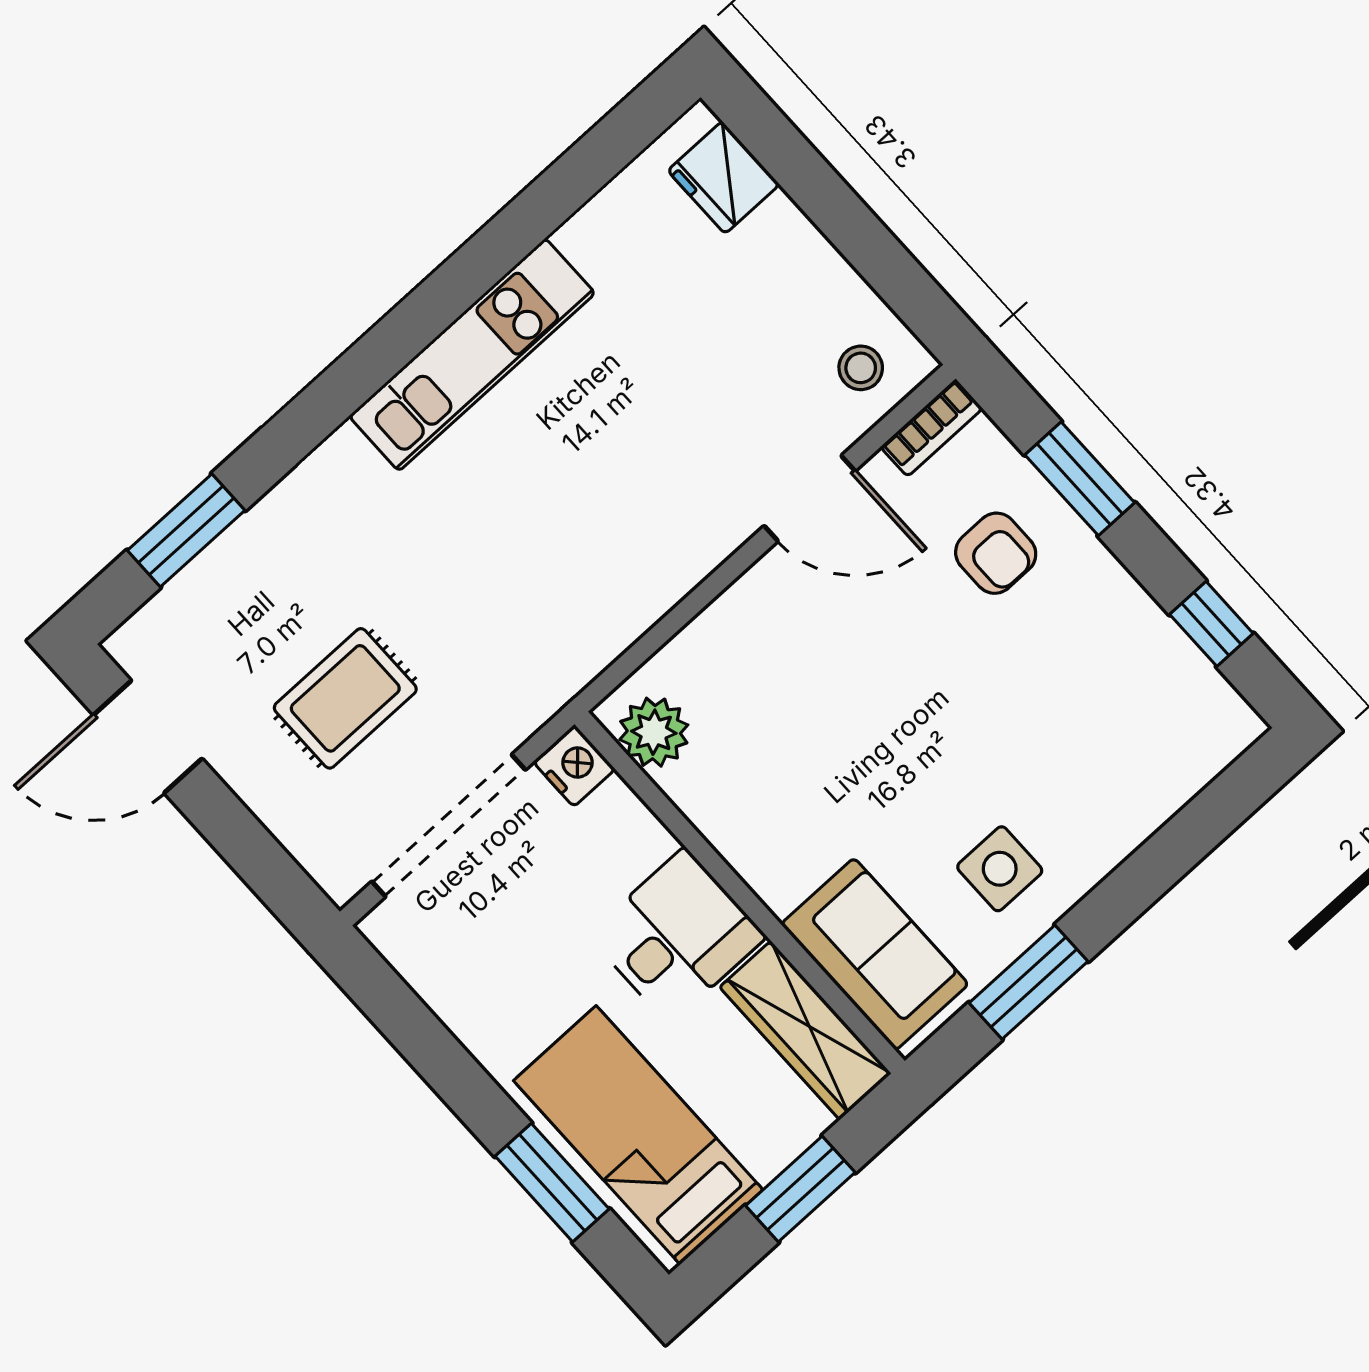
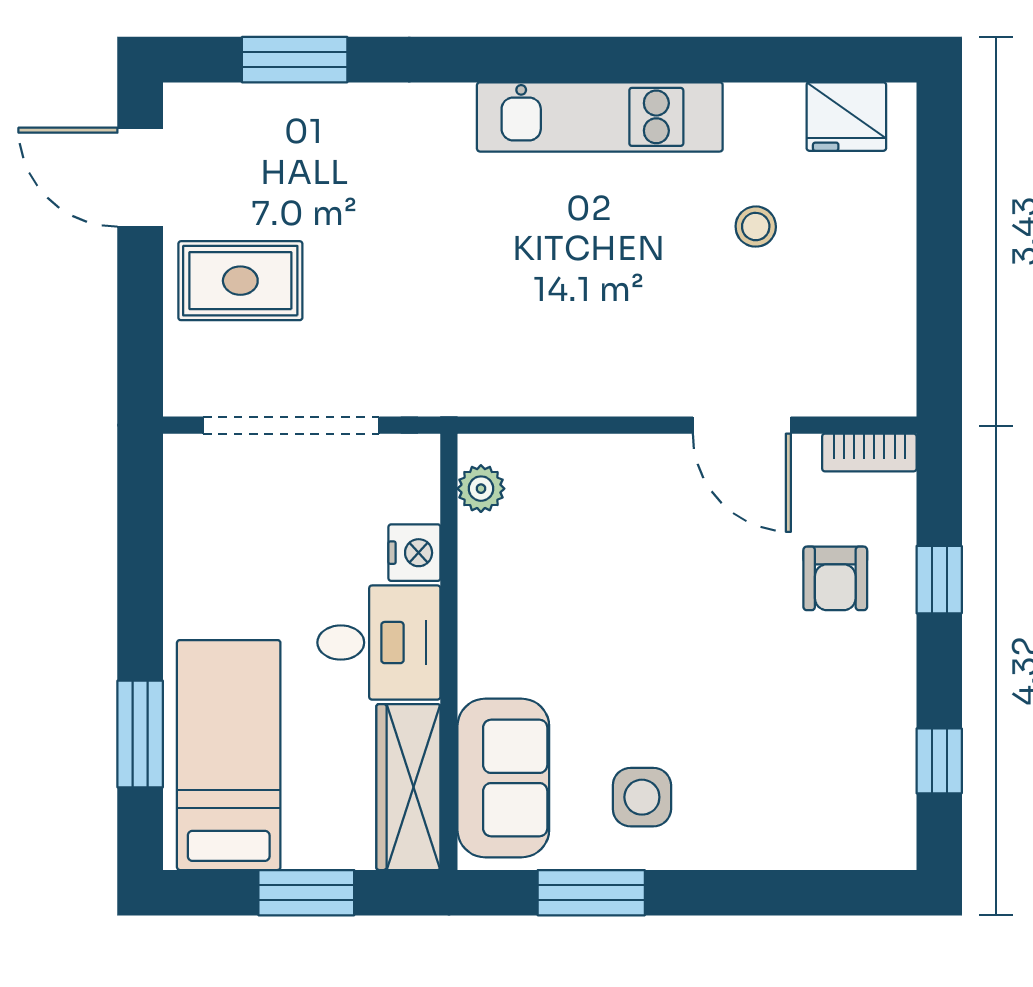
fridge: (724, 178) -> (846, 117), moved, turned -90
stool: (861, 368) -> (756, 227), moved
window: (1080, 479) -> (939, 580), width x0.67
rug: (345, 698) -> (240, 281), moved
plant: (654, 732) -> (481, 489), width x0.73, depth x0.73
nightstand: (574, 766) -> (414, 553), moved

